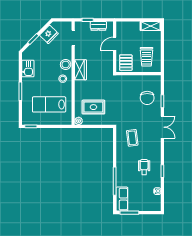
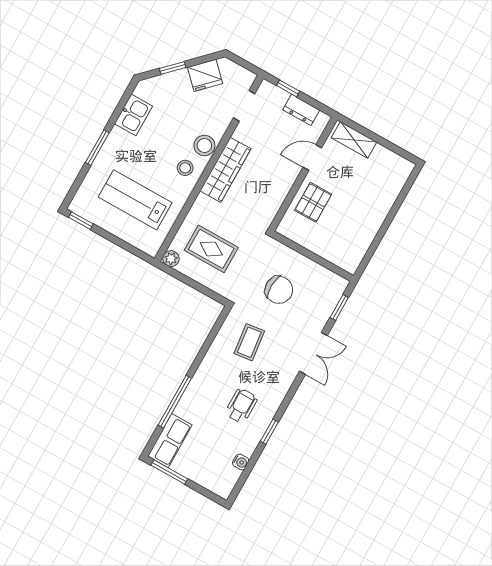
shelving: (151, 26) -> (354, 140), moved
trolley: (147, 57) -> (356, 213), removed
wardrobe: (80, 70) -> (225, 170), width x1.50
wall: (138, 74) -> (312, 256), moved
chair: (147, 98) -> (279, 290), moved, turned -88

